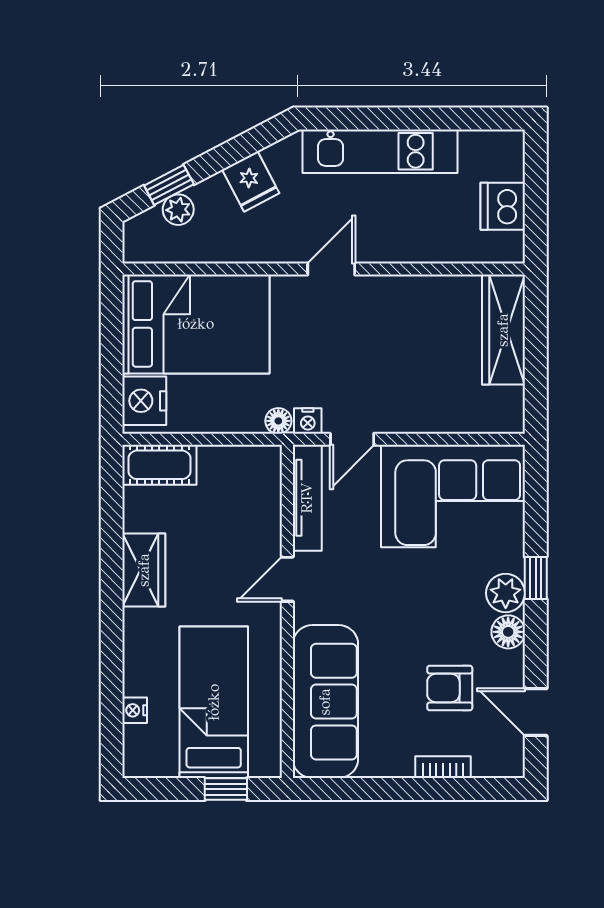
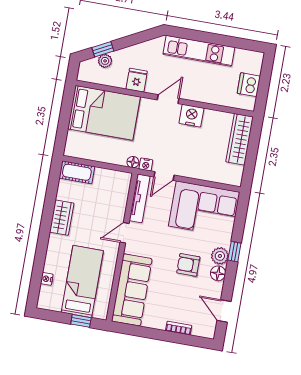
fridge: (251, 181) -> (137, 80), moved, turned -152
nightstand: (144, 401) -> (191, 116), moved, turned 90
armchair: (450, 688) -> (188, 265), moved

